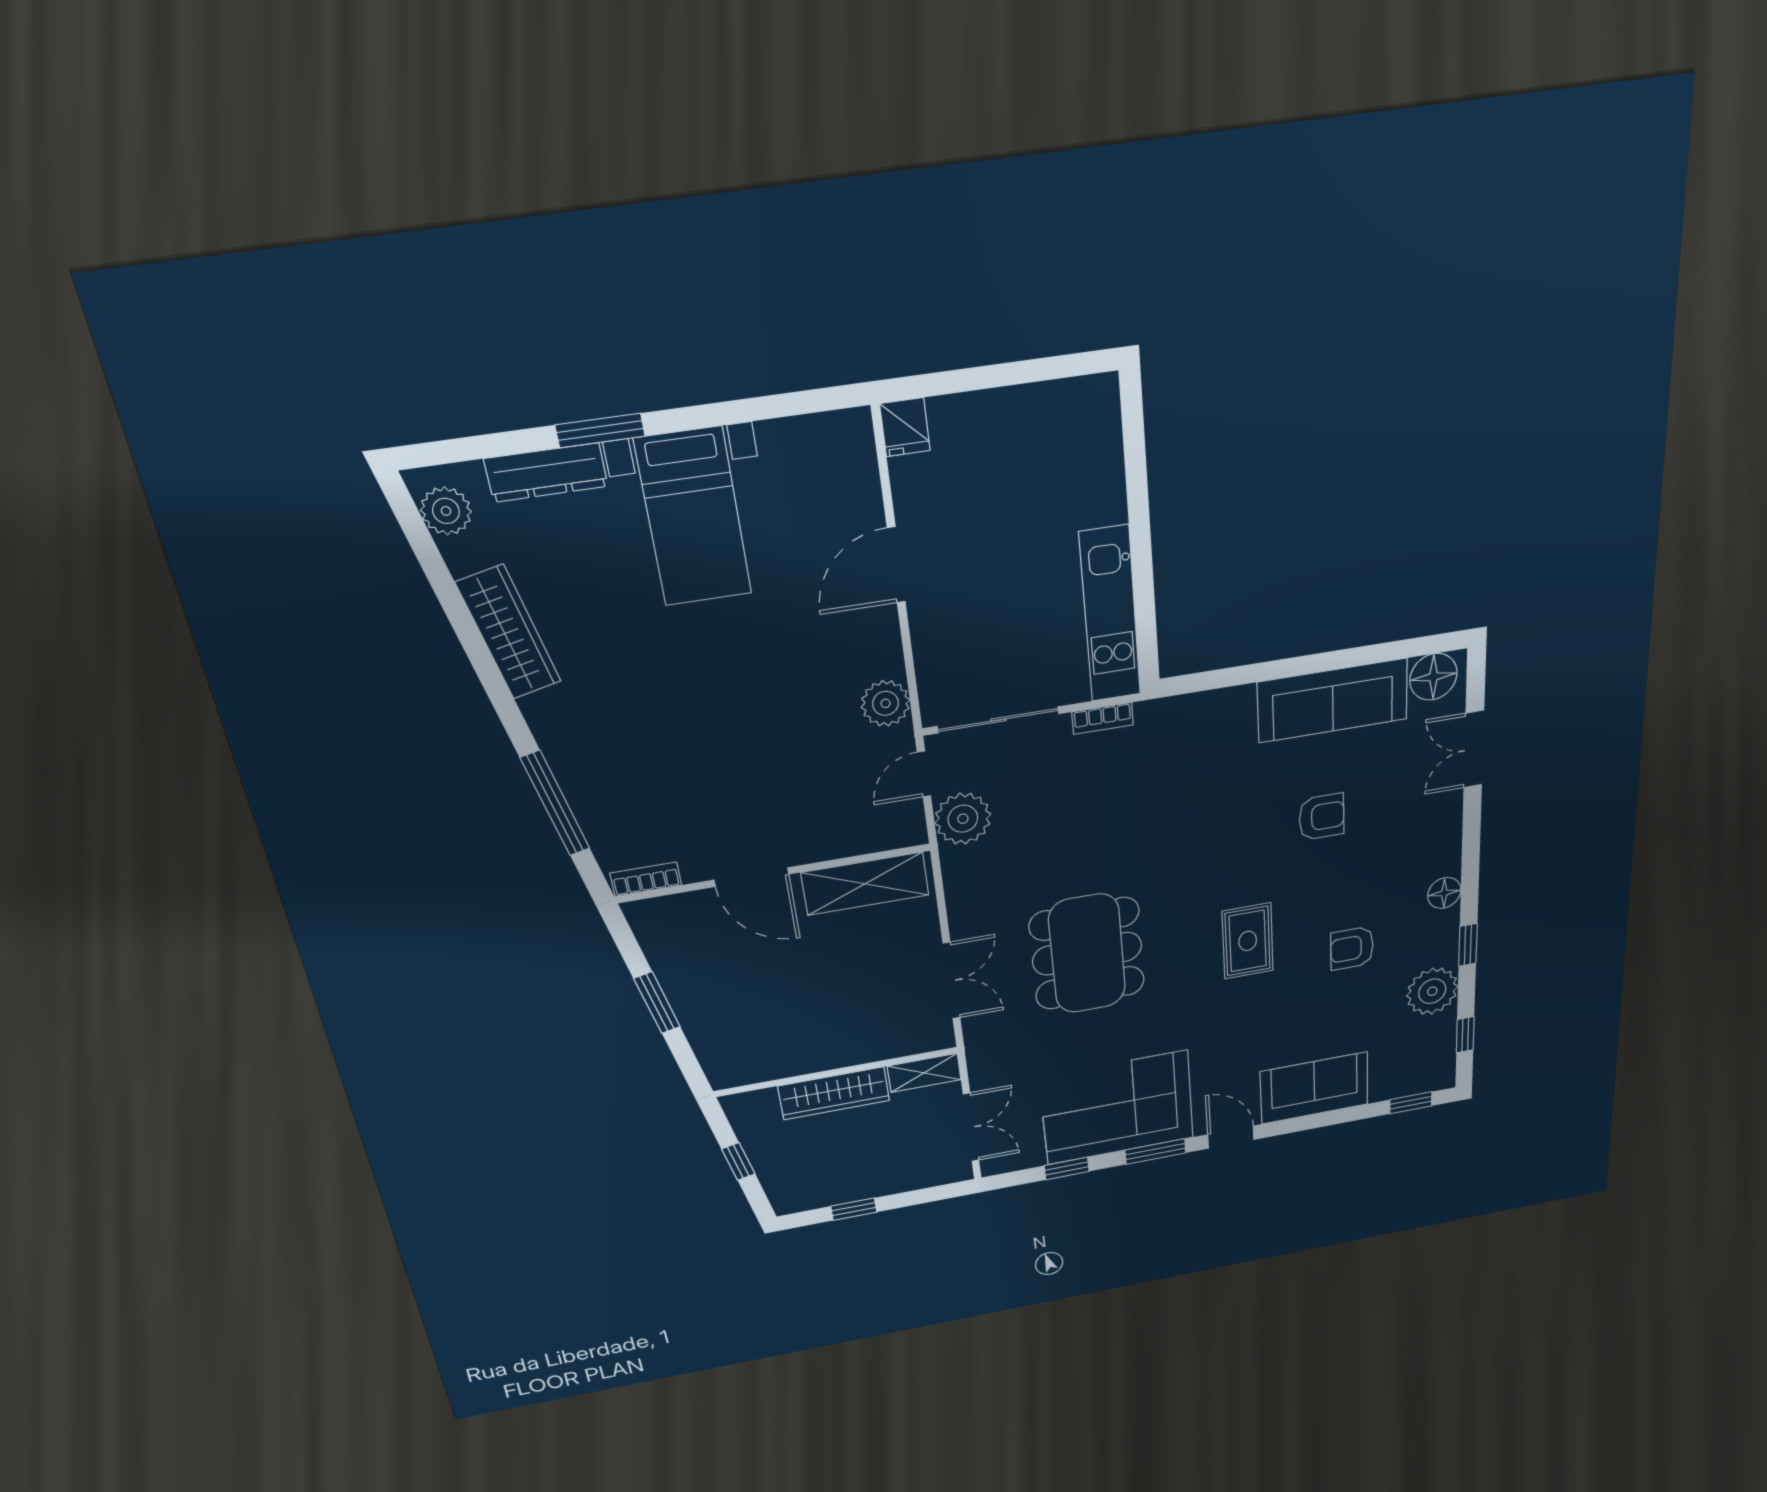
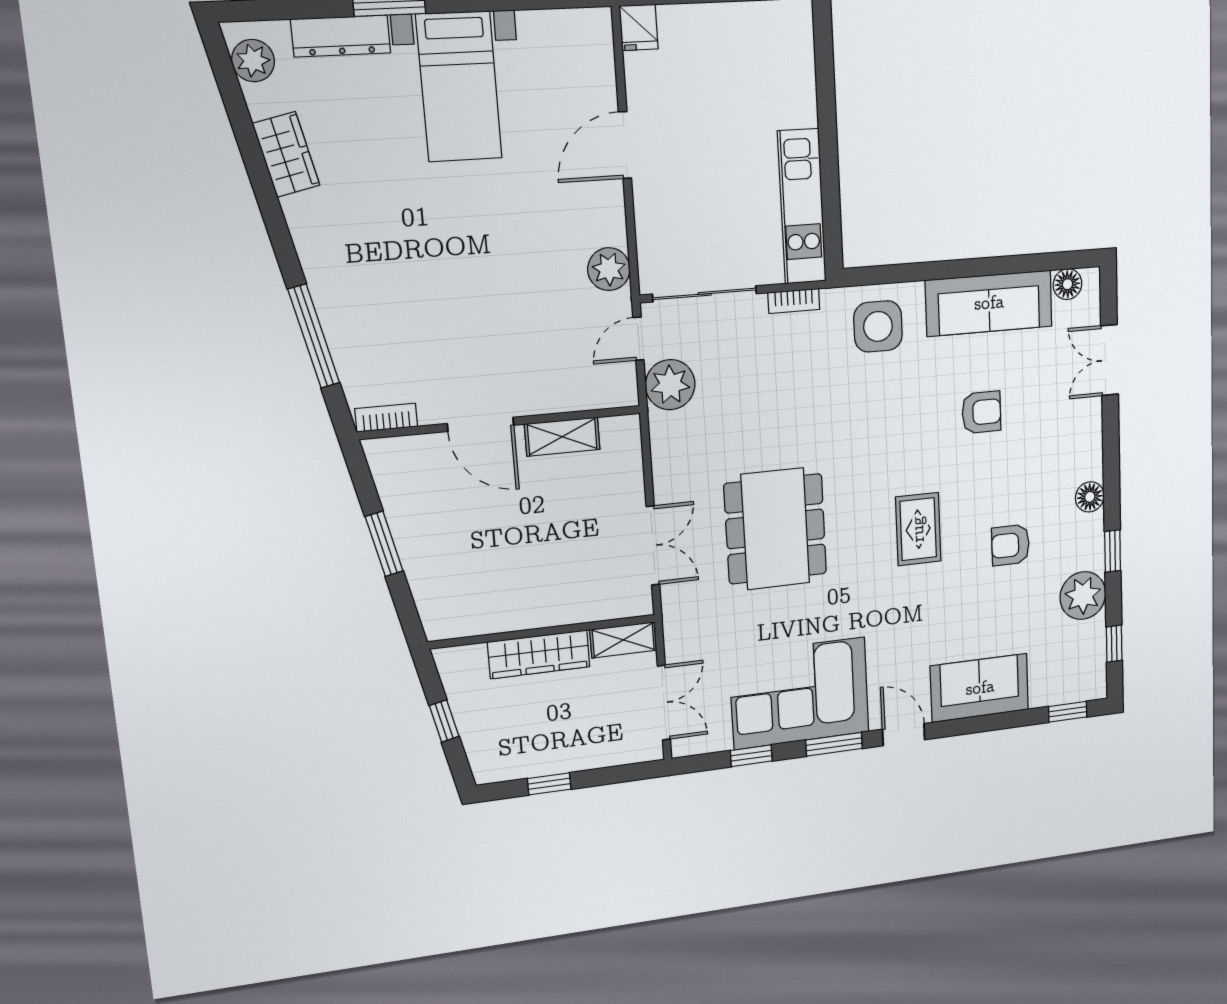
wardrobe: (509, 632) -> (286, 154), width x0.67
floor lamp: (1433, 677) -> (1067, 284), width x0.73, depth x0.73
side table: (1202, 737) -> (878, 326), added
shelving: (865, 884) -> (562, 437), width x0.67, depth x0.75

